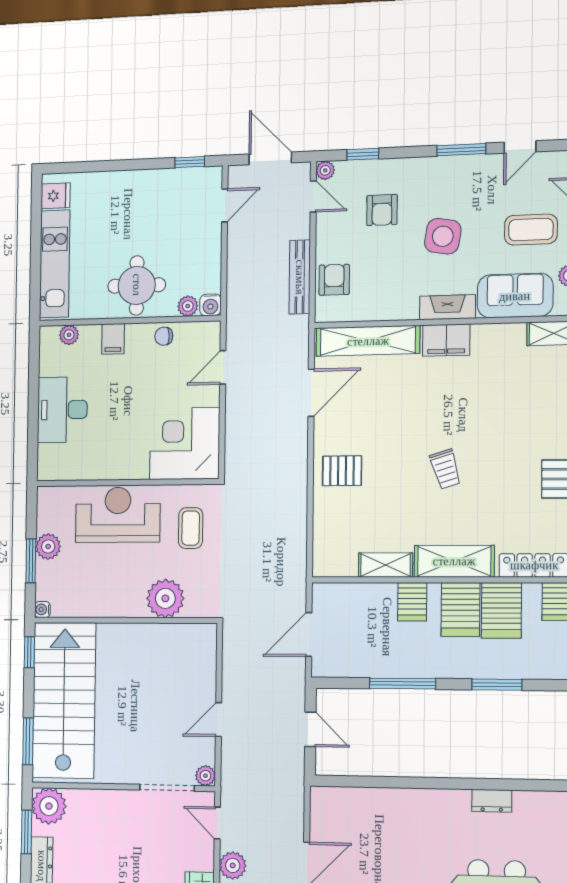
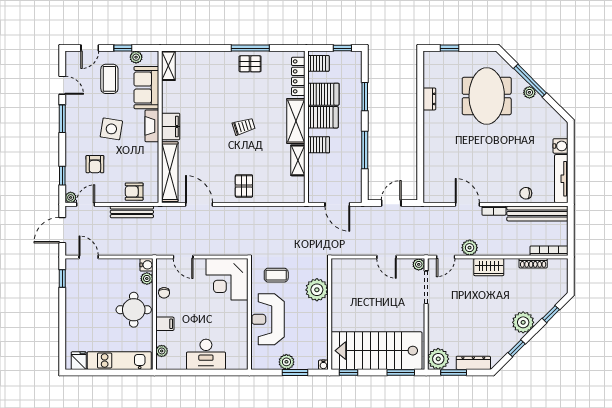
armchair: (382, 210) -> (95, 164), turned 90

